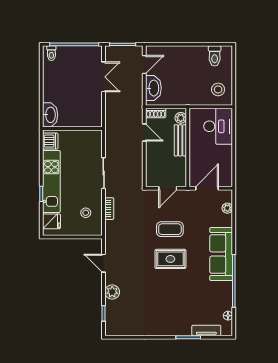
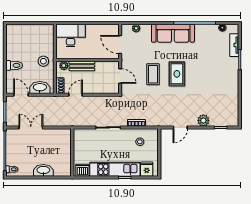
toilet: (215, 56) -> (14, 65), moved
stool: (218, 89) -> (43, 61), moved
washbasin: (50, 115) -> (43, 170), moved

